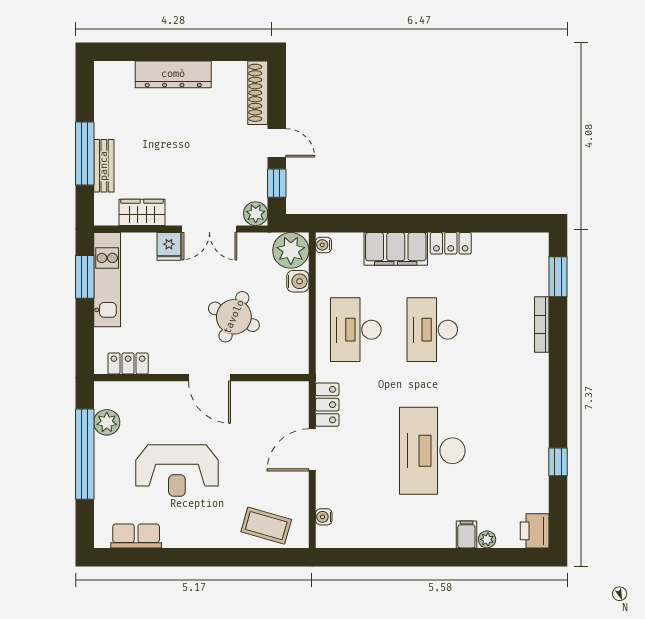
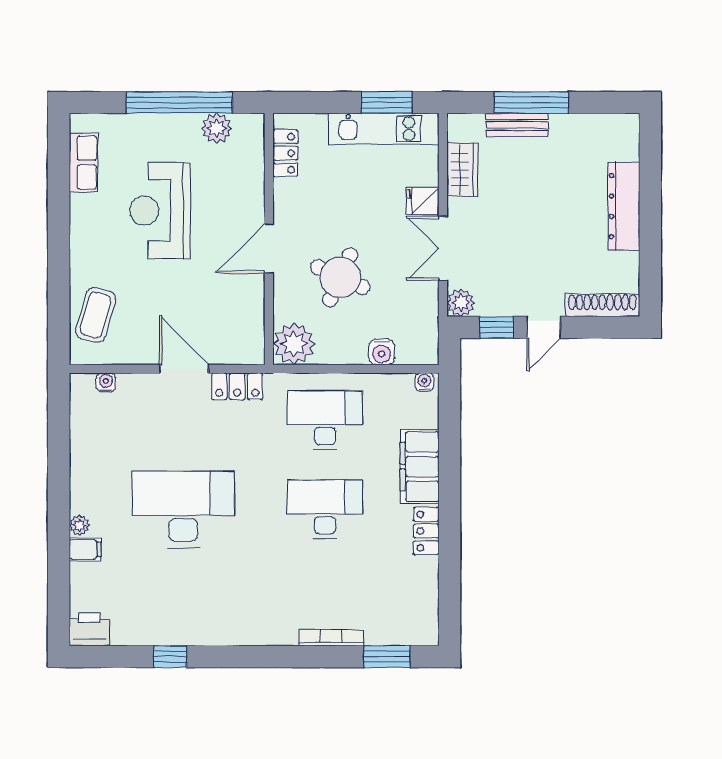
plant: (291, 250) -> (294, 344), moved
plant: (487, 539) -> (79, 525), moved

